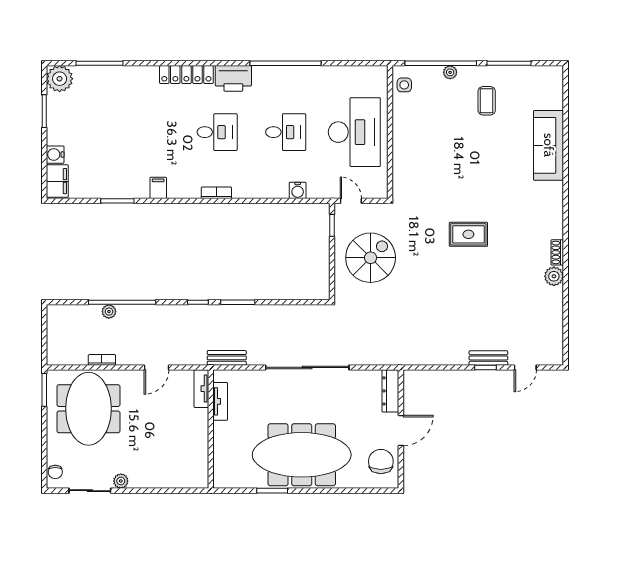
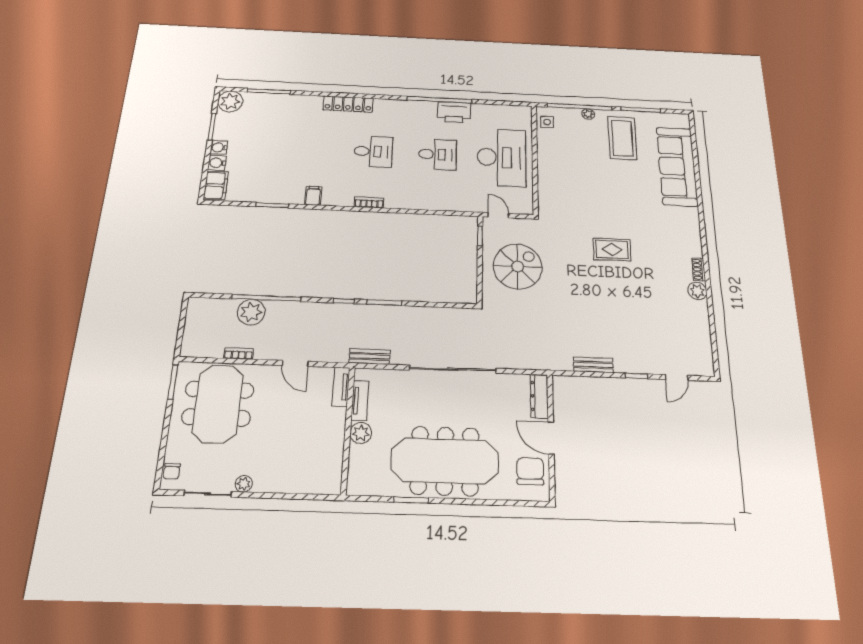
printer: (233, 78) -> (454, 112), moved
coffee table: (487, 101) -> (622, 138), width x1.86, depth x1.72
sofa: (549, 145) -> (677, 166), width x1.36, depth x1.27
water cooler: (298, 190) -> (219, 147), moved, turned 90
plant: (109, 312) -> (251, 312), width x1.88, depth x1.88
bench: (488, 358) -> (593, 365), moved
door: (156, 367) -> (295, 363), hinge flipped
door: (401, 430) -> (551, 438), swing flipped
plant: (223, 432) -> (361, 433), added

